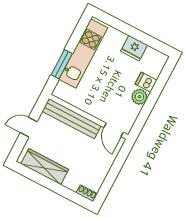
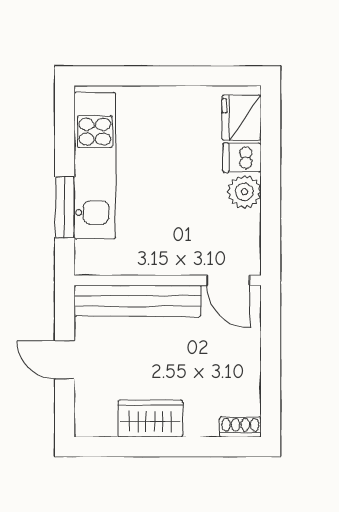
fridge: (134, 48) -> (242, 118), moved, turned 90
door: (29, 127) -> (65, 360), hinge flipped
wardrobe: (45, 167) -> (150, 419), width x0.67

